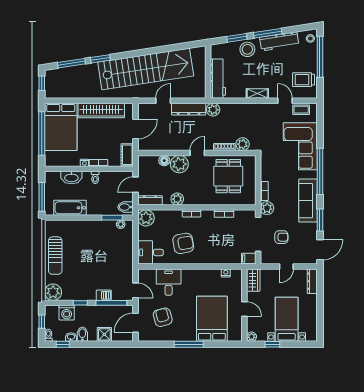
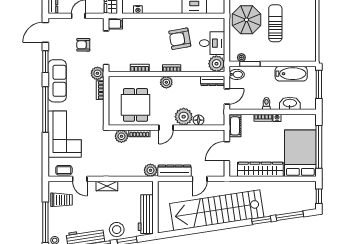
workbench: (218, 79) -> (146, 214), moved
plant: (177, 199) -> (166, 82), moved
desk: (150, 252) -> (212, 43), moved
sun lounger: (55, 256) -> (275, 23), moved
parasol: (115, 263) -> (246, 20), added

